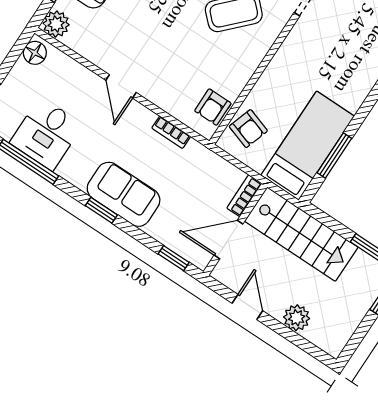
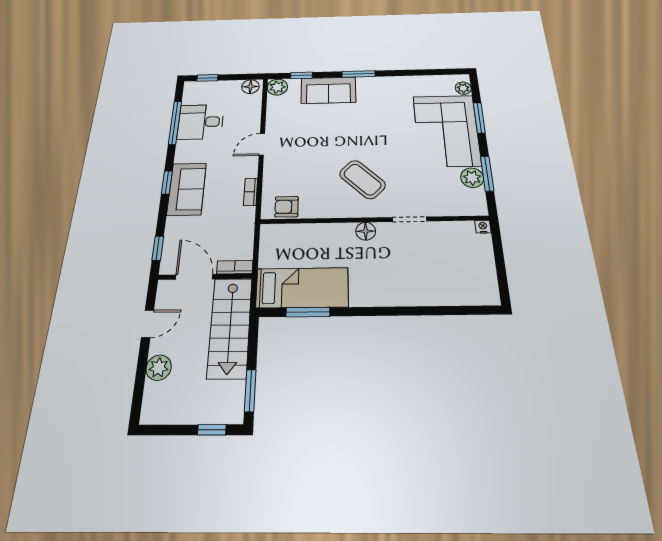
floor lamp: (292, 48) -> (366, 231), added
armchair: (248, 129) -> (287, 239), removed

